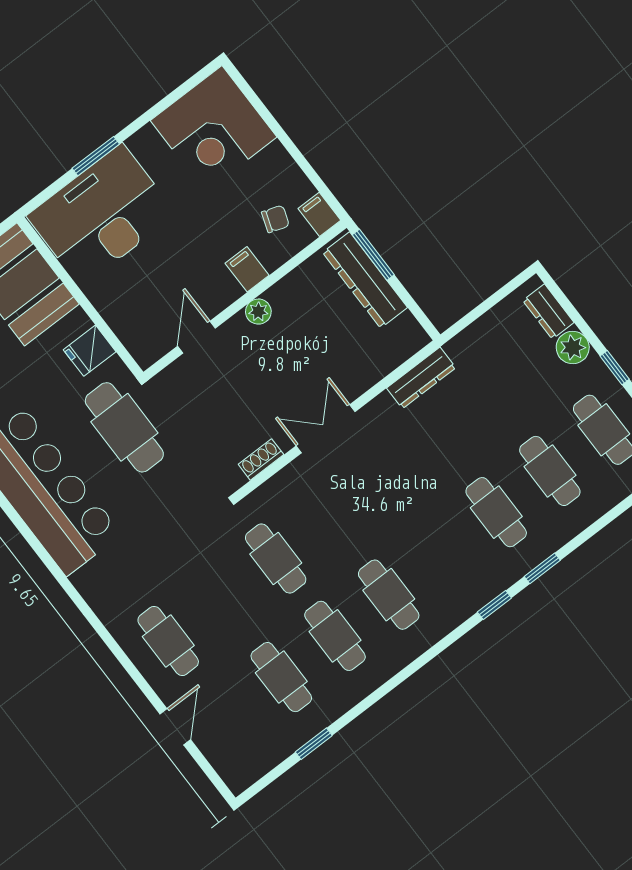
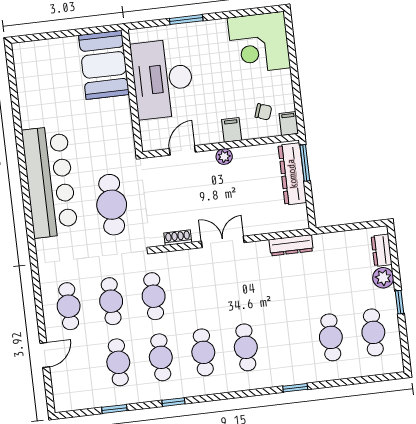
desk: (102, 215) -> (163, 79), moved, turned -90
fridge: (90, 351) -> (120, 123), removed
cafe table: (124, 427) -> (112, 205), moved
cafe table: (496, 512) -> (246, 347), moved
cafe table: (222, 600) -> (111, 301), added
window: (494, 605) -> (173, 402), moved

